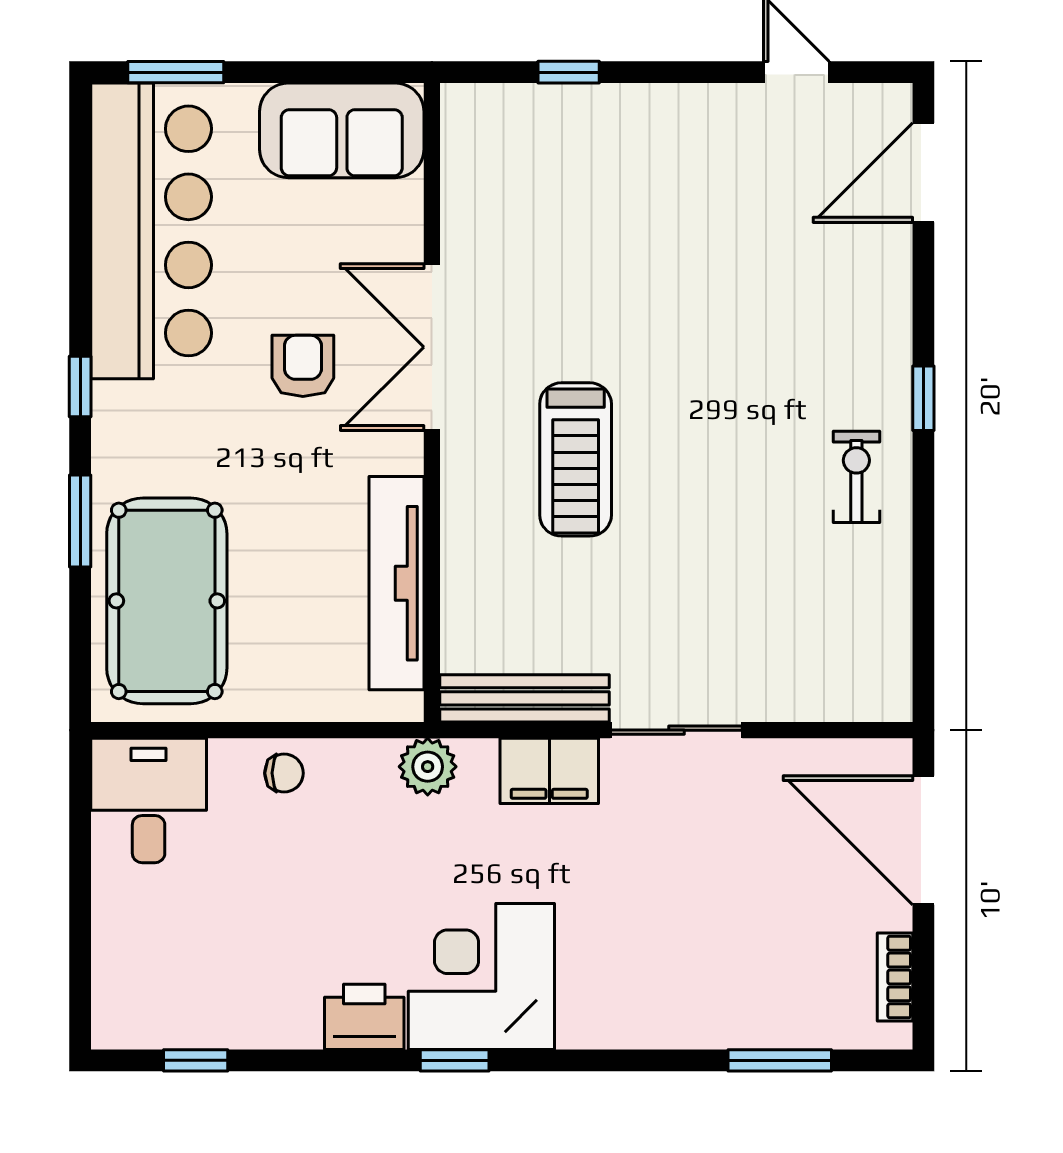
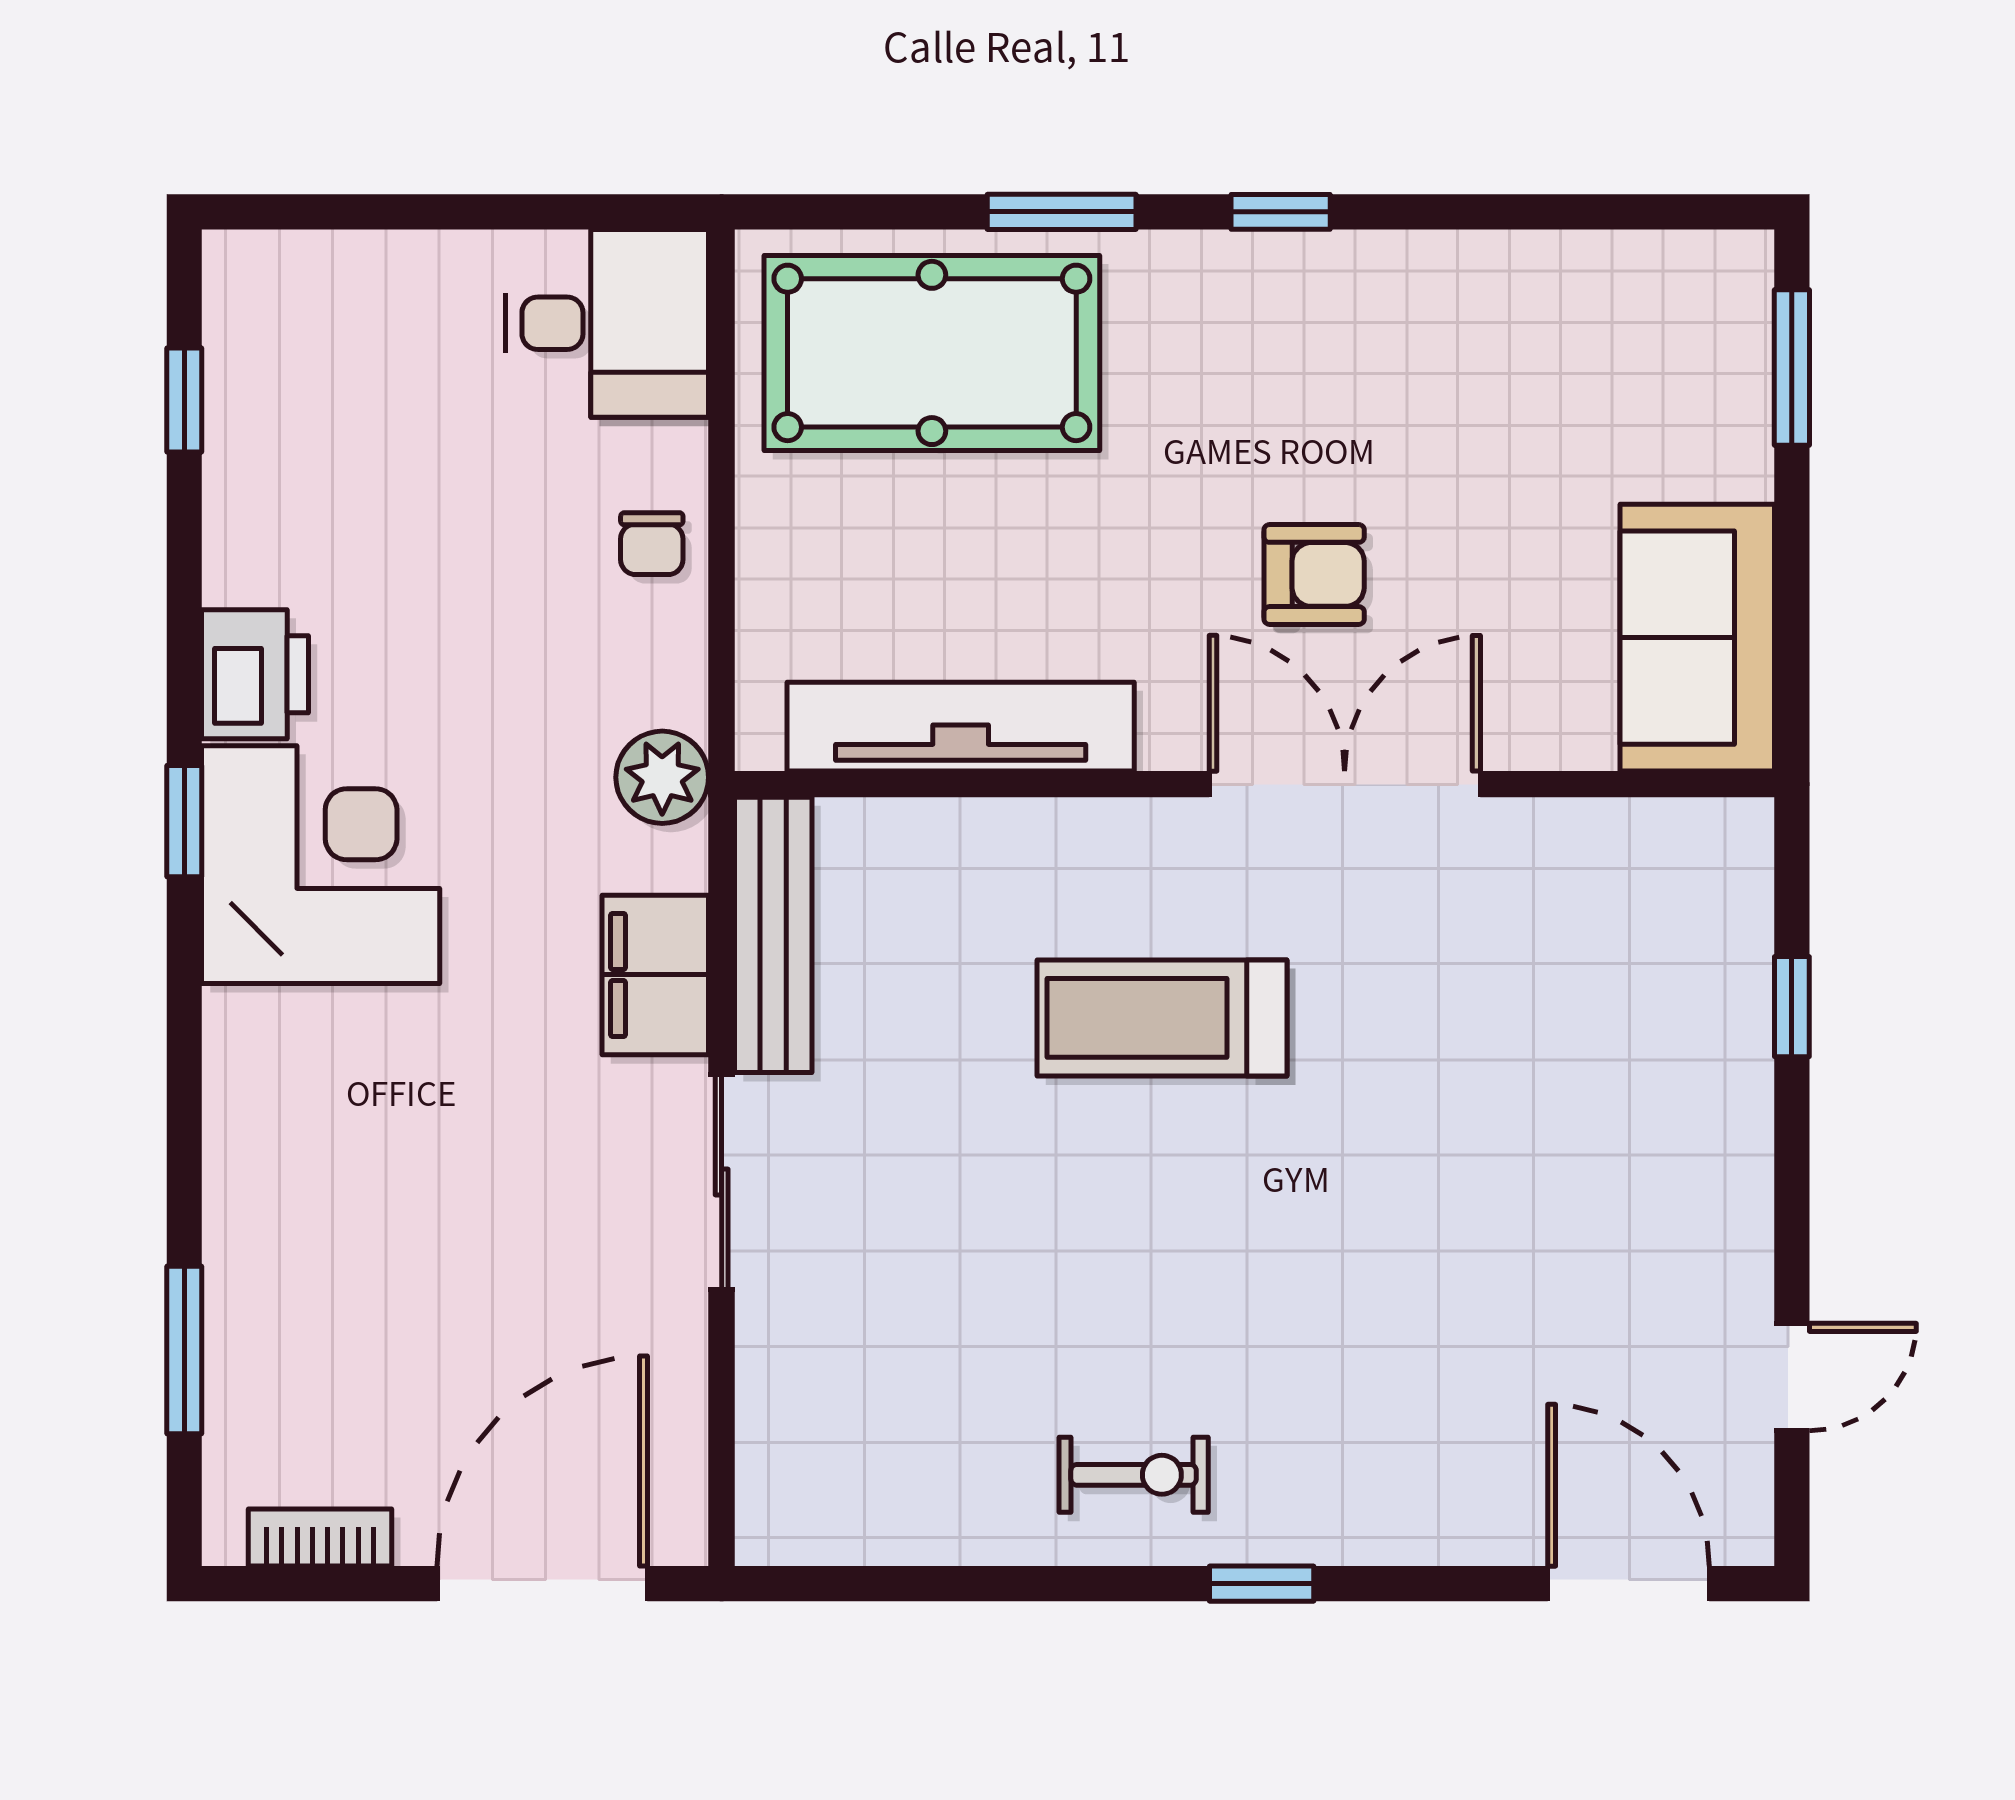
bar counter: (151, 231) -> (1534, 327), removed

